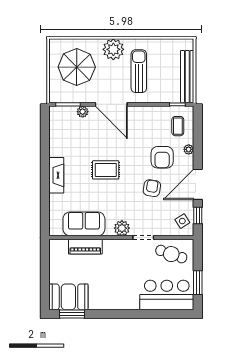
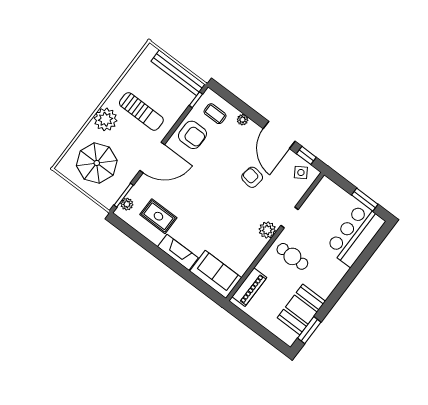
sun lounger: (139, 71) -> (141, 112), turned 180
plant: (83, 112) -> (127, 204), moved
armchair: (162, 157) -> (192, 135), moved
rug: (106, 170) -> (158, 216), moved, turned 90
sofa: (84, 224) -> (216, 274), moved, turned 90
piano: (85, 247) -> (249, 287), moved
cafe table: (171, 254) -> (292, 256), moved, turned 71
booth: (68, 297) -> (301, 310), moved

